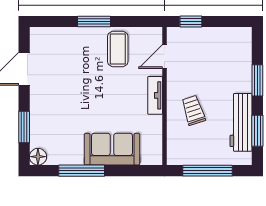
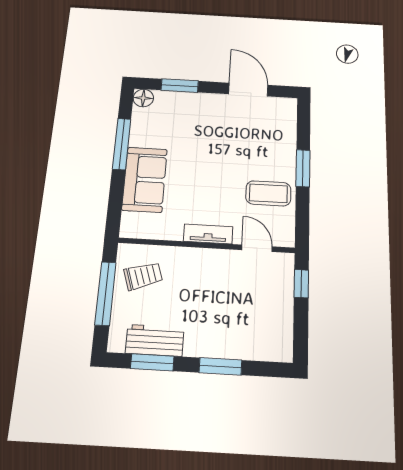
trolley: (193, 110) -> (143, 276), moved
workbench: (241, 122) -> (155, 340), width x0.73

